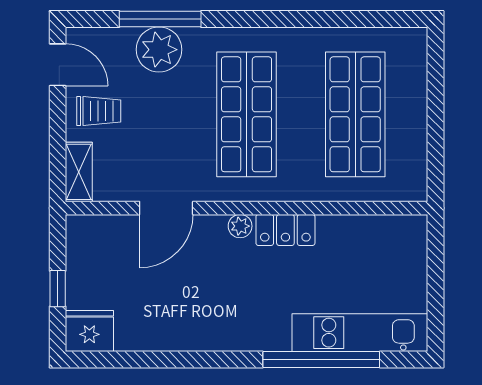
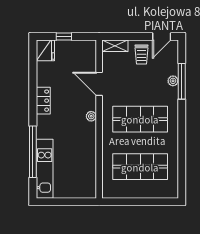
plant: (159, 50) -> (173, 81), width x0.53, depth x0.53
locker: (285, 230) -> (43, 101), moved, turned 180

